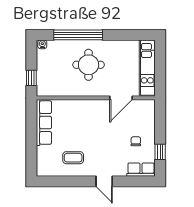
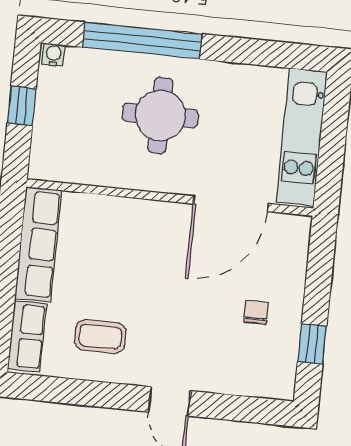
window: (31, 78) -> (22, 106), moved
door: (121, 98) -> (231, 204), width x1.36
row of seats: (141, 170) -> (27, 336), moved, turned 90

